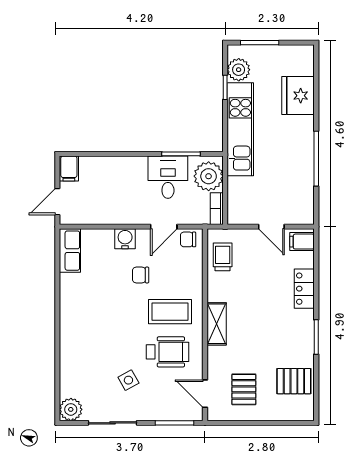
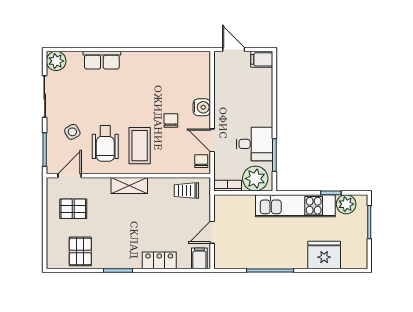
row of seats: (70, 251) -> (102, 60), moved
trolley: (223, 257) -> (186, 191), turned 180
side table: (128, 380) -> (72, 132), moved

